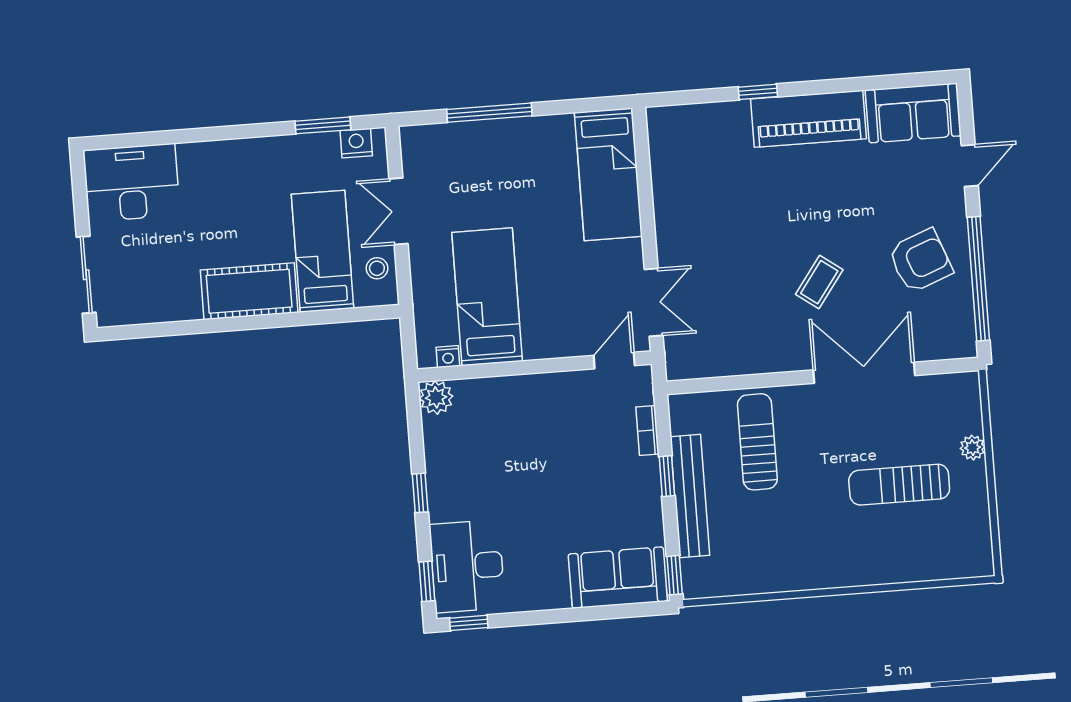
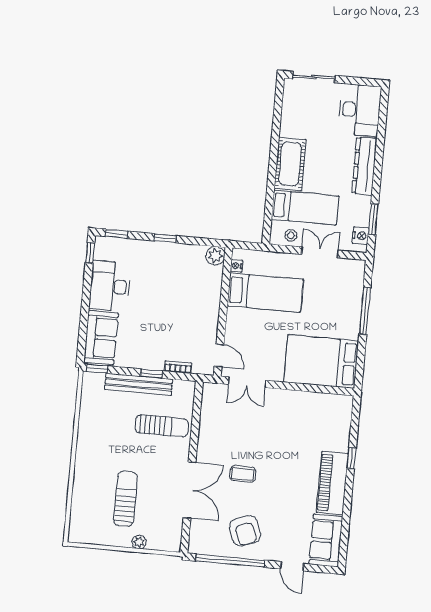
dresser: (230, 157) -> (364, 166), added
bed: (608, 174) -> (321, 362), width x1.50
coffee table: (819, 282) -> (243, 474), turned -36
desk: (467, 566) -> (110, 286), moved, turned -90

